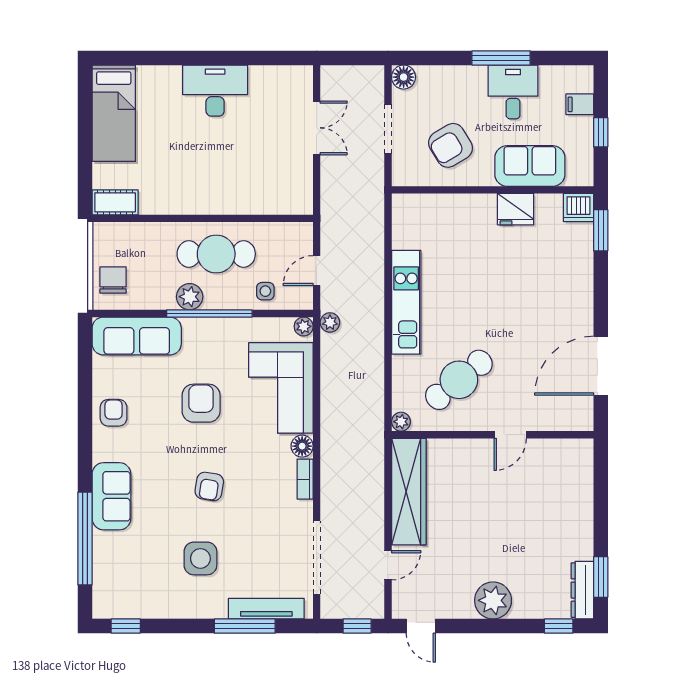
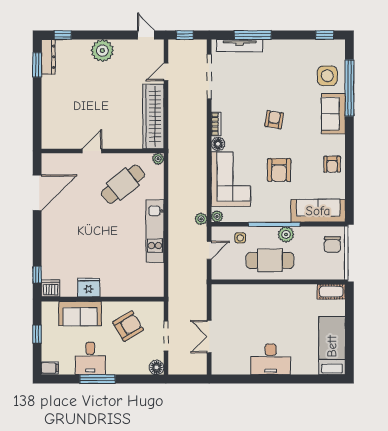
filing cabinet: (580, 104) -> (50, 368), moved
window: (601, 230) -> (37, 275), width x0.67
side table: (200, 558) -> (327, 76), moved

